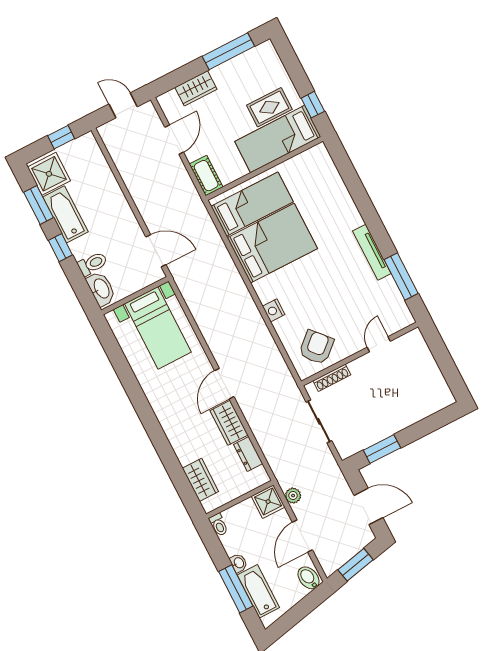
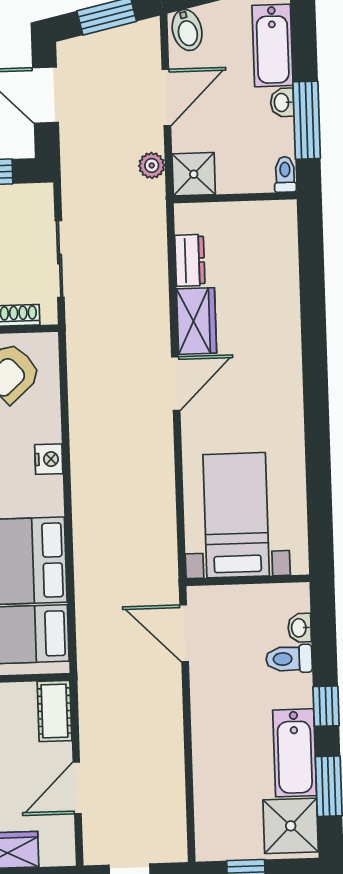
washbasin: (101, 289) -> (300, 628), width x0.52, depth x0.69
wardrobe: (200, 480) -> (280, 255), removed
window: (236, 589) -> (307, 120), moved

